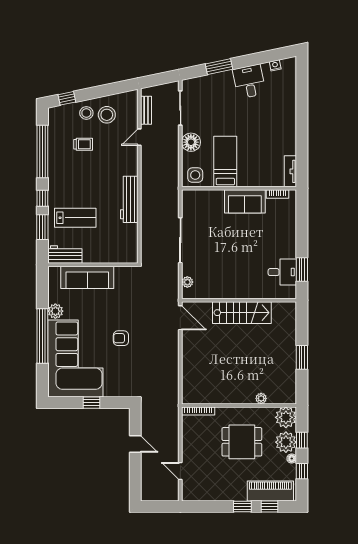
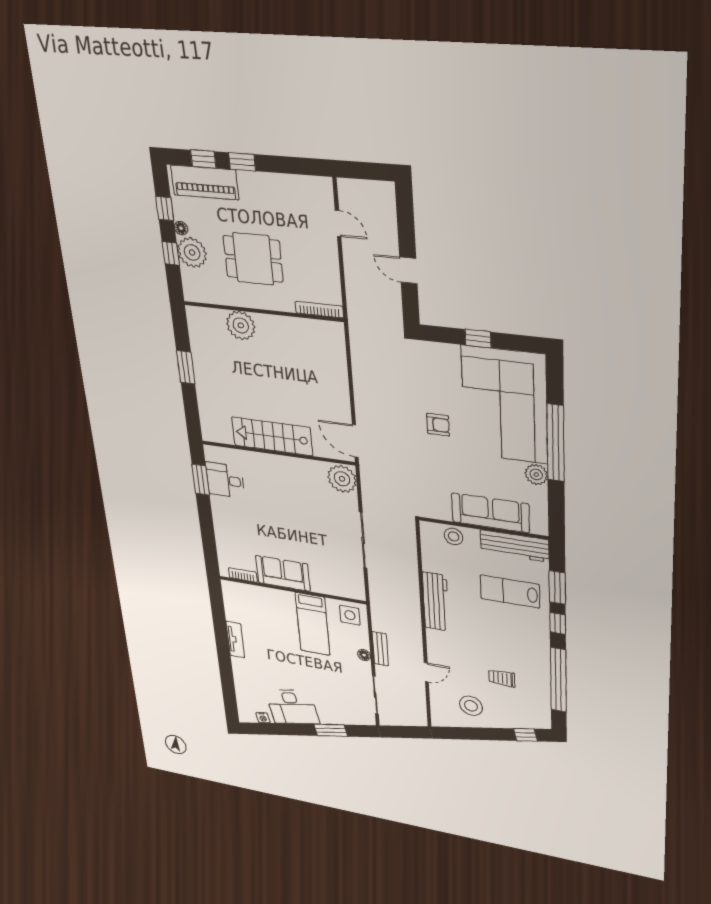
desk: (249, 82) -> (292, 707), width x1.37
bench: (146, 110) -> (380, 649), moved
stool: (86, 113) -> (454, 536), moved
floor lamp: (191, 142) -> (364, 655), width x0.53, depth x0.53
tv unit: (290, 171) -> (235, 640), moved
workbench: (65, 255) -> (515, 546), width x1.38
plant: (187, 282) -> (342, 479), width x1.88, depth x1.88
plant: (261, 398) -> (241, 325), width x1.87, depth x1.87
plant: (286, 417) -> (197, 288), removed

